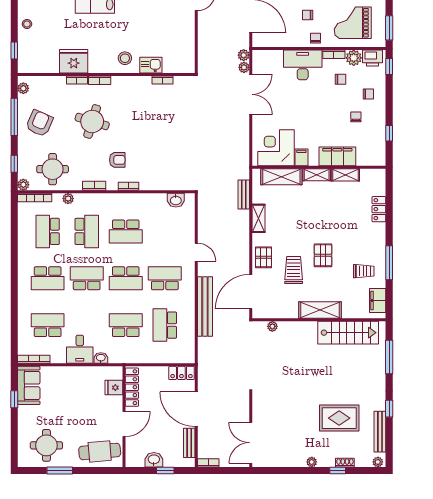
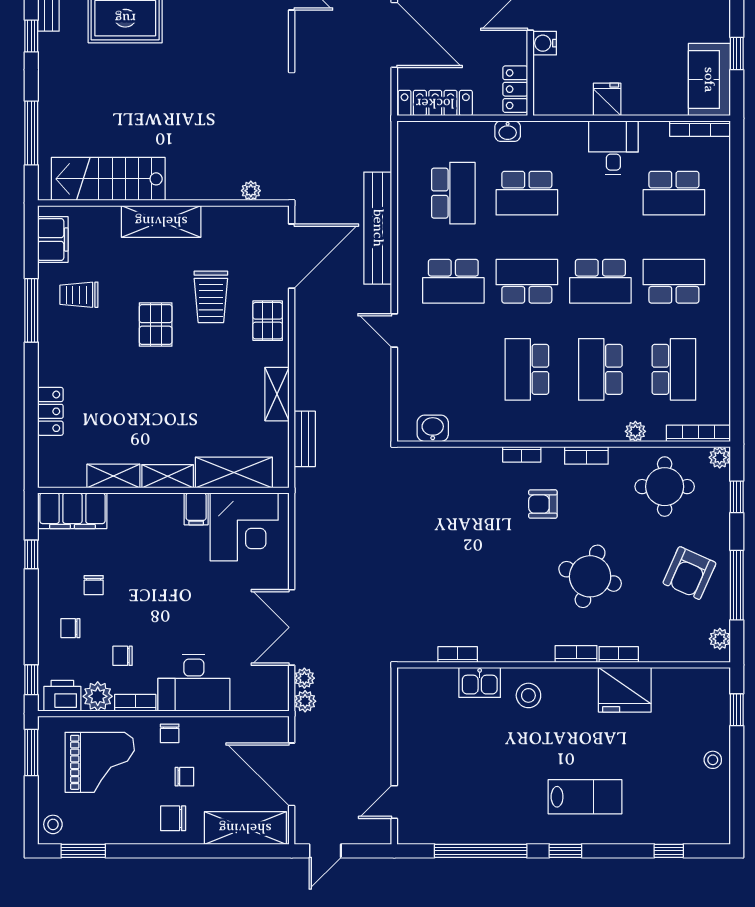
filing cabinet: (337, 156) -> (72, 511), moved
school desk: (126, 231) -> (527, 369), turned -90
washbasin: (101, 358) -> (508, 131), moved
locker: (181, 373) -> (435, 103), width x1.53
locker: (132, 387) -> (515, 89), width x0.66
fridge: (114, 388) -> (607, 99), moved, turned -90
water cooler: (116, 405) -> (545, 43), added

